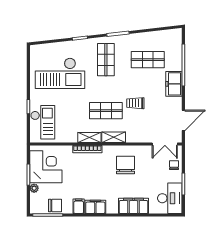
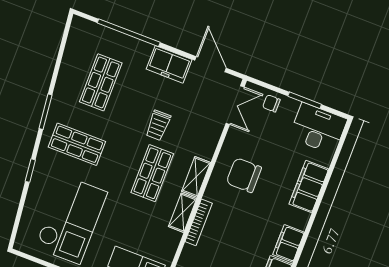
freezer: (174, 84) -> (169, 64), moved

